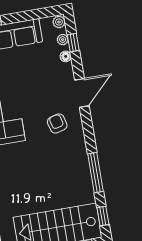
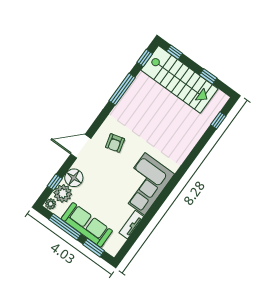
window: (29, 15) -> (65, 227), added
plant: (63, 40) -> (63, 193), width x1.88, depth x1.88
floor lamp: (66, 56) -> (74, 178), width x1.89, depth x1.89

